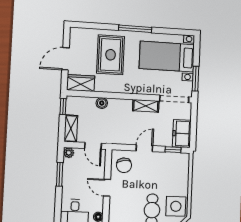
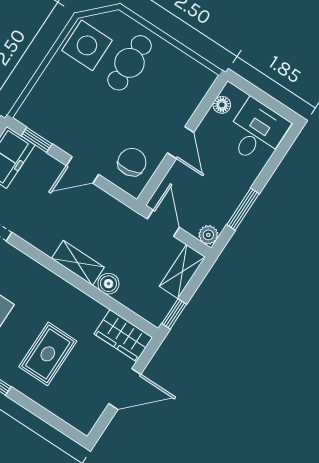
rug: (111, 55) -> (48, 354), width x0.73, depth x0.70
shelving: (146, 106) -> (78, 263), moved

